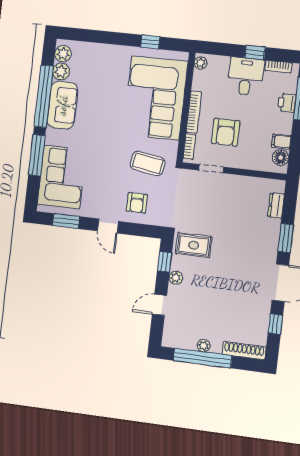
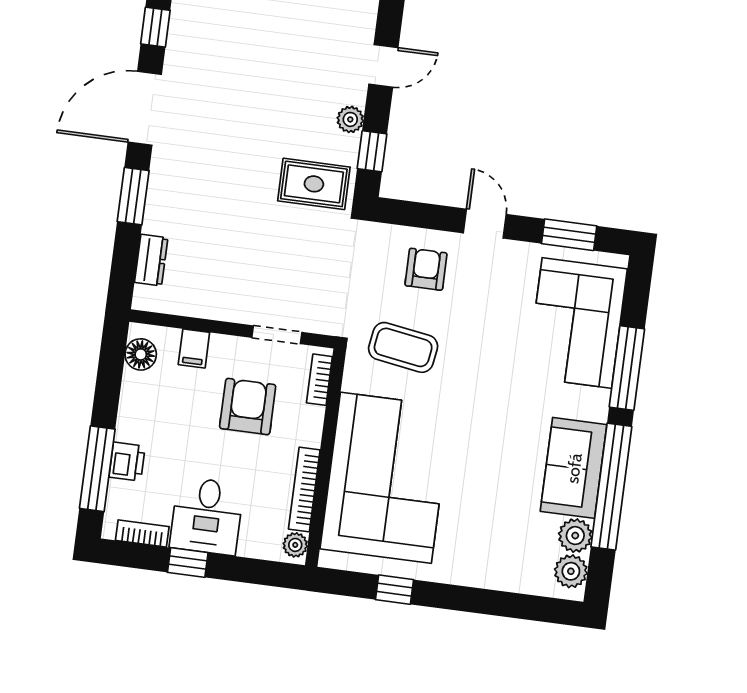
bookcase: (194, 112) -> (304, 489), moved
filing cabinet: (281, 141) -> (194, 348), moved, turned 90

